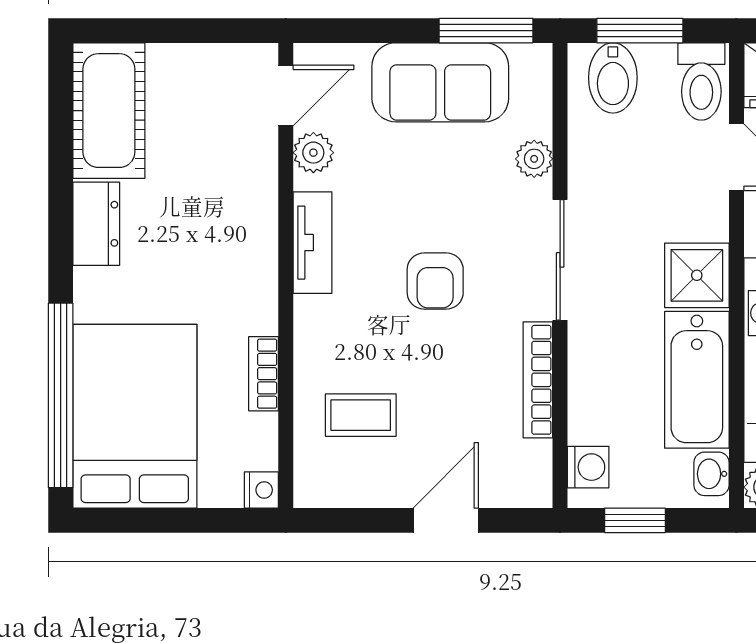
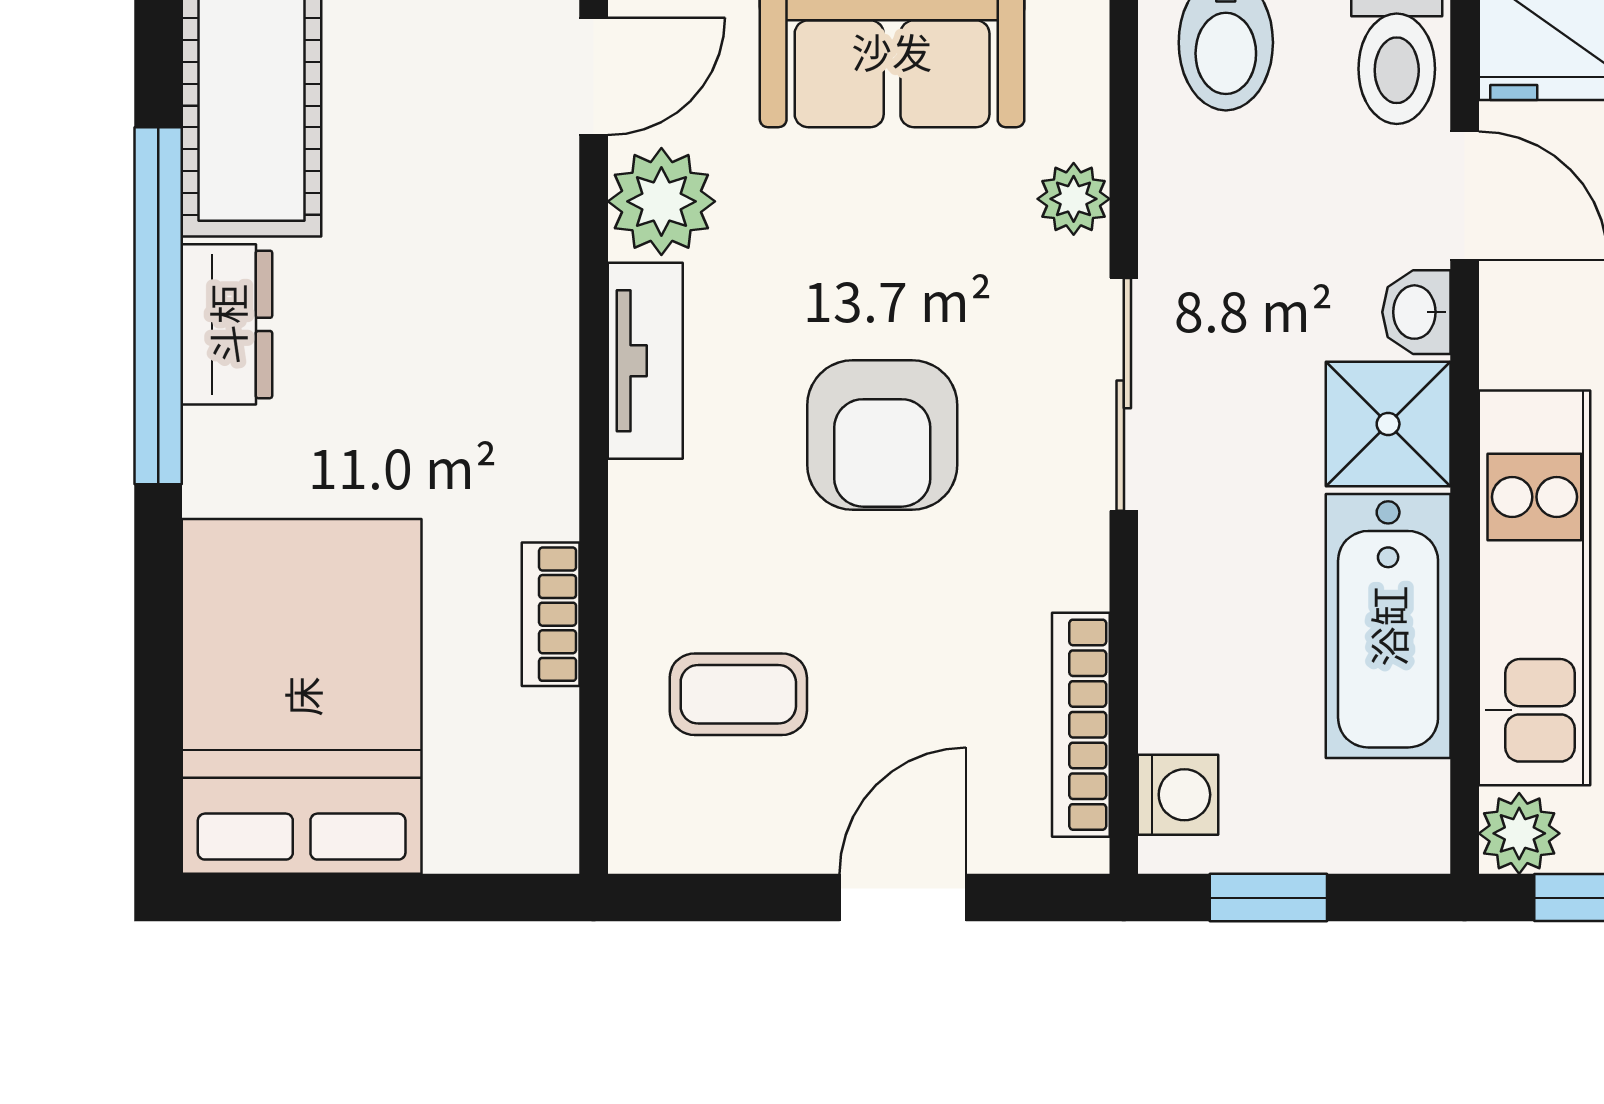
plant: (313, 153) -> (661, 201), width x1.38, depth x1.38
armchair: (435, 281) -> (882, 435), width x1.38, depth x1.38
bookcase: (538, 380) -> (1081, 725), moved
window: (61, 395) -> (158, 306), moved
washbasin: (712, 474) -> (1416, 312), moved
nightstand: (261, 490) -> (546, 839), removed

